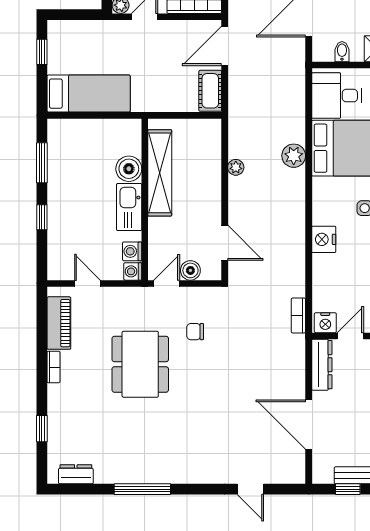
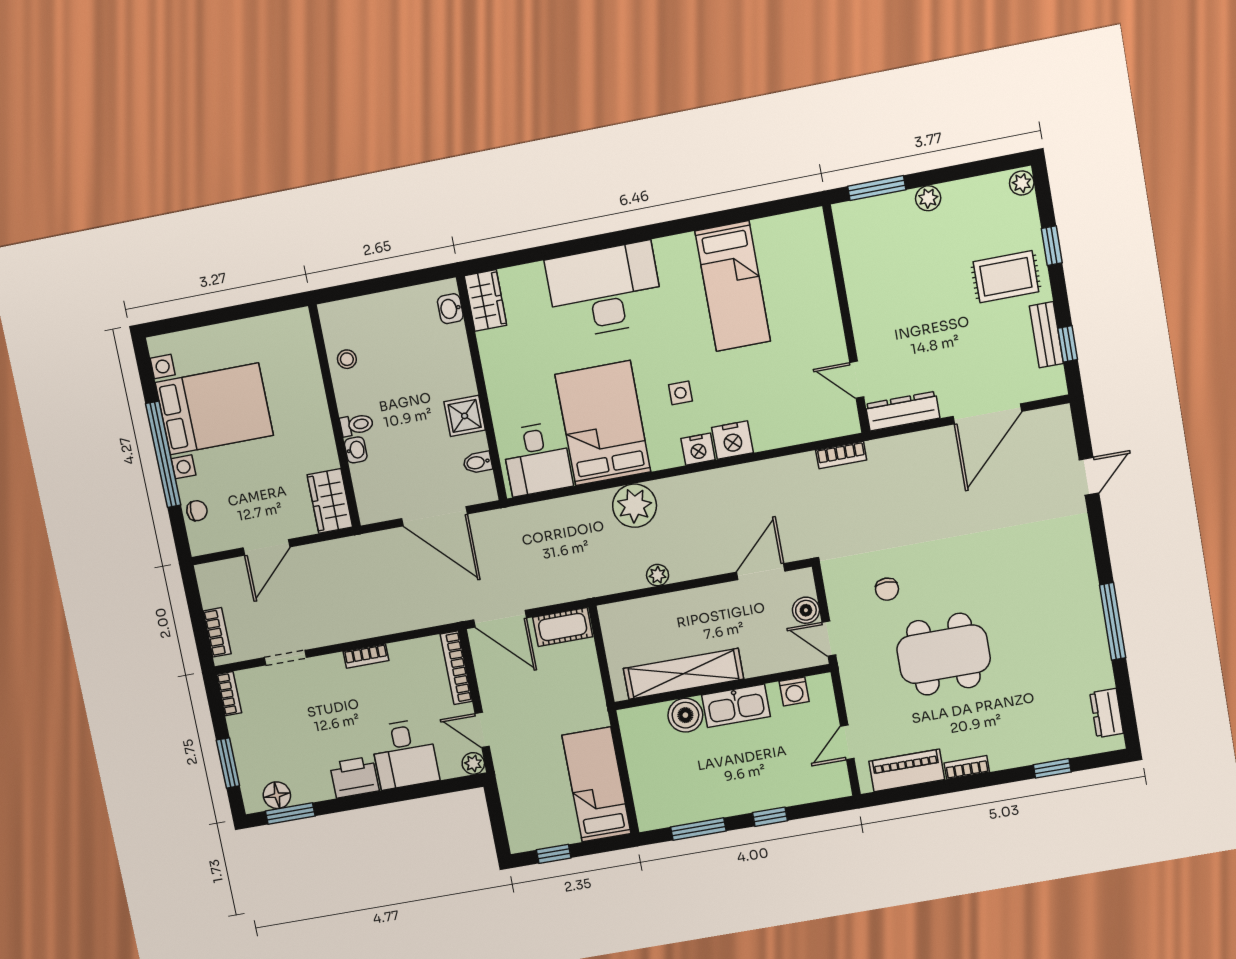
plant: (294, 156) -> (635, 506), width x1.36, depth x1.36
washing machine: (133, 271) -> (821, 686), removed
nightstand: (325, 323) -> (698, 449), moved, turned 90

